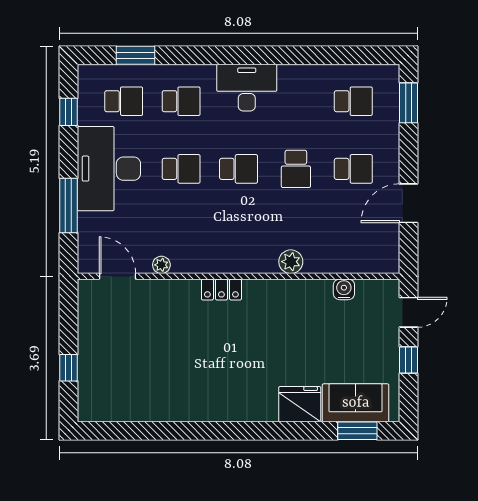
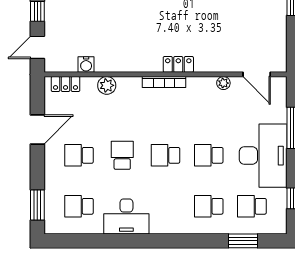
desk: (247, 88) -> (126, 216), moved
plant: (291, 262) -> (107, 85), moved
locker: (371, 264) -> (66, 84), added
bookcase: (240, 266) -> (164, 82), added

